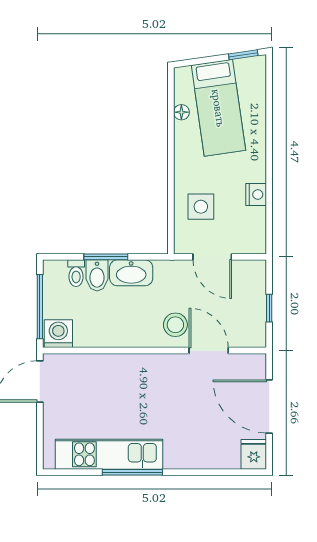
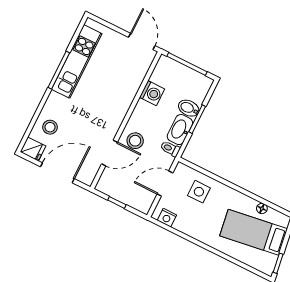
nightstand: (256, 194) -> (167, 218), moved
toilet: (76, 273) -> (170, 149), moved
washing machine: (58, 334) -> (152, 93), moved
stool: (214, 446) -> (50, 127), added

